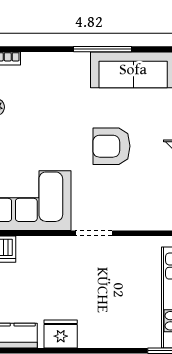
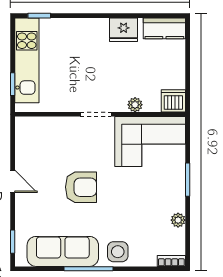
side table: (68, 69) -> (118, 252), added
plant: (47, 245) -> (135, 105), added

